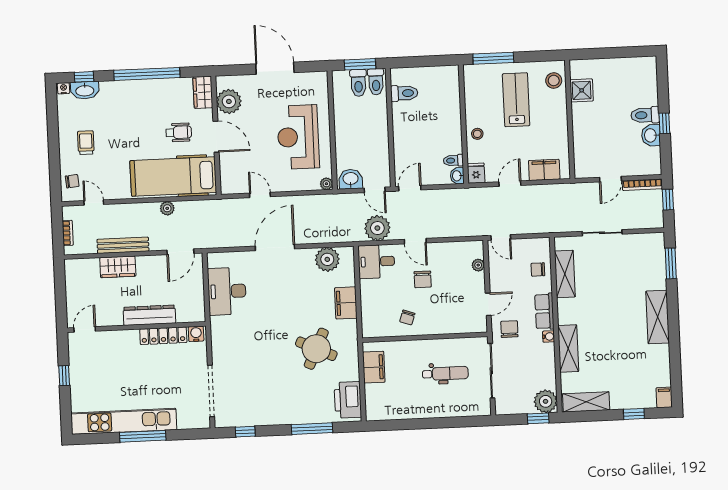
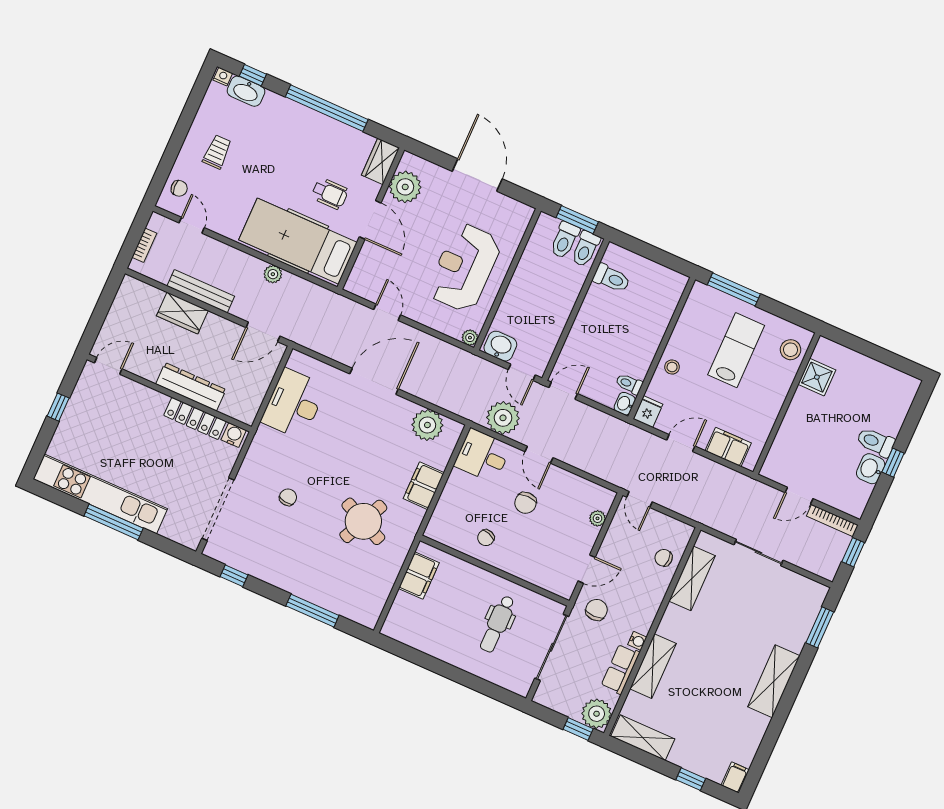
row of seats: (544, 311) -> (620, 669), moved
chair: (255, 358) -> (288, 497), added
dental chair: (445, 373) -> (497, 624), turned 90
printer: (348, 400) -> (370, 598), removed

